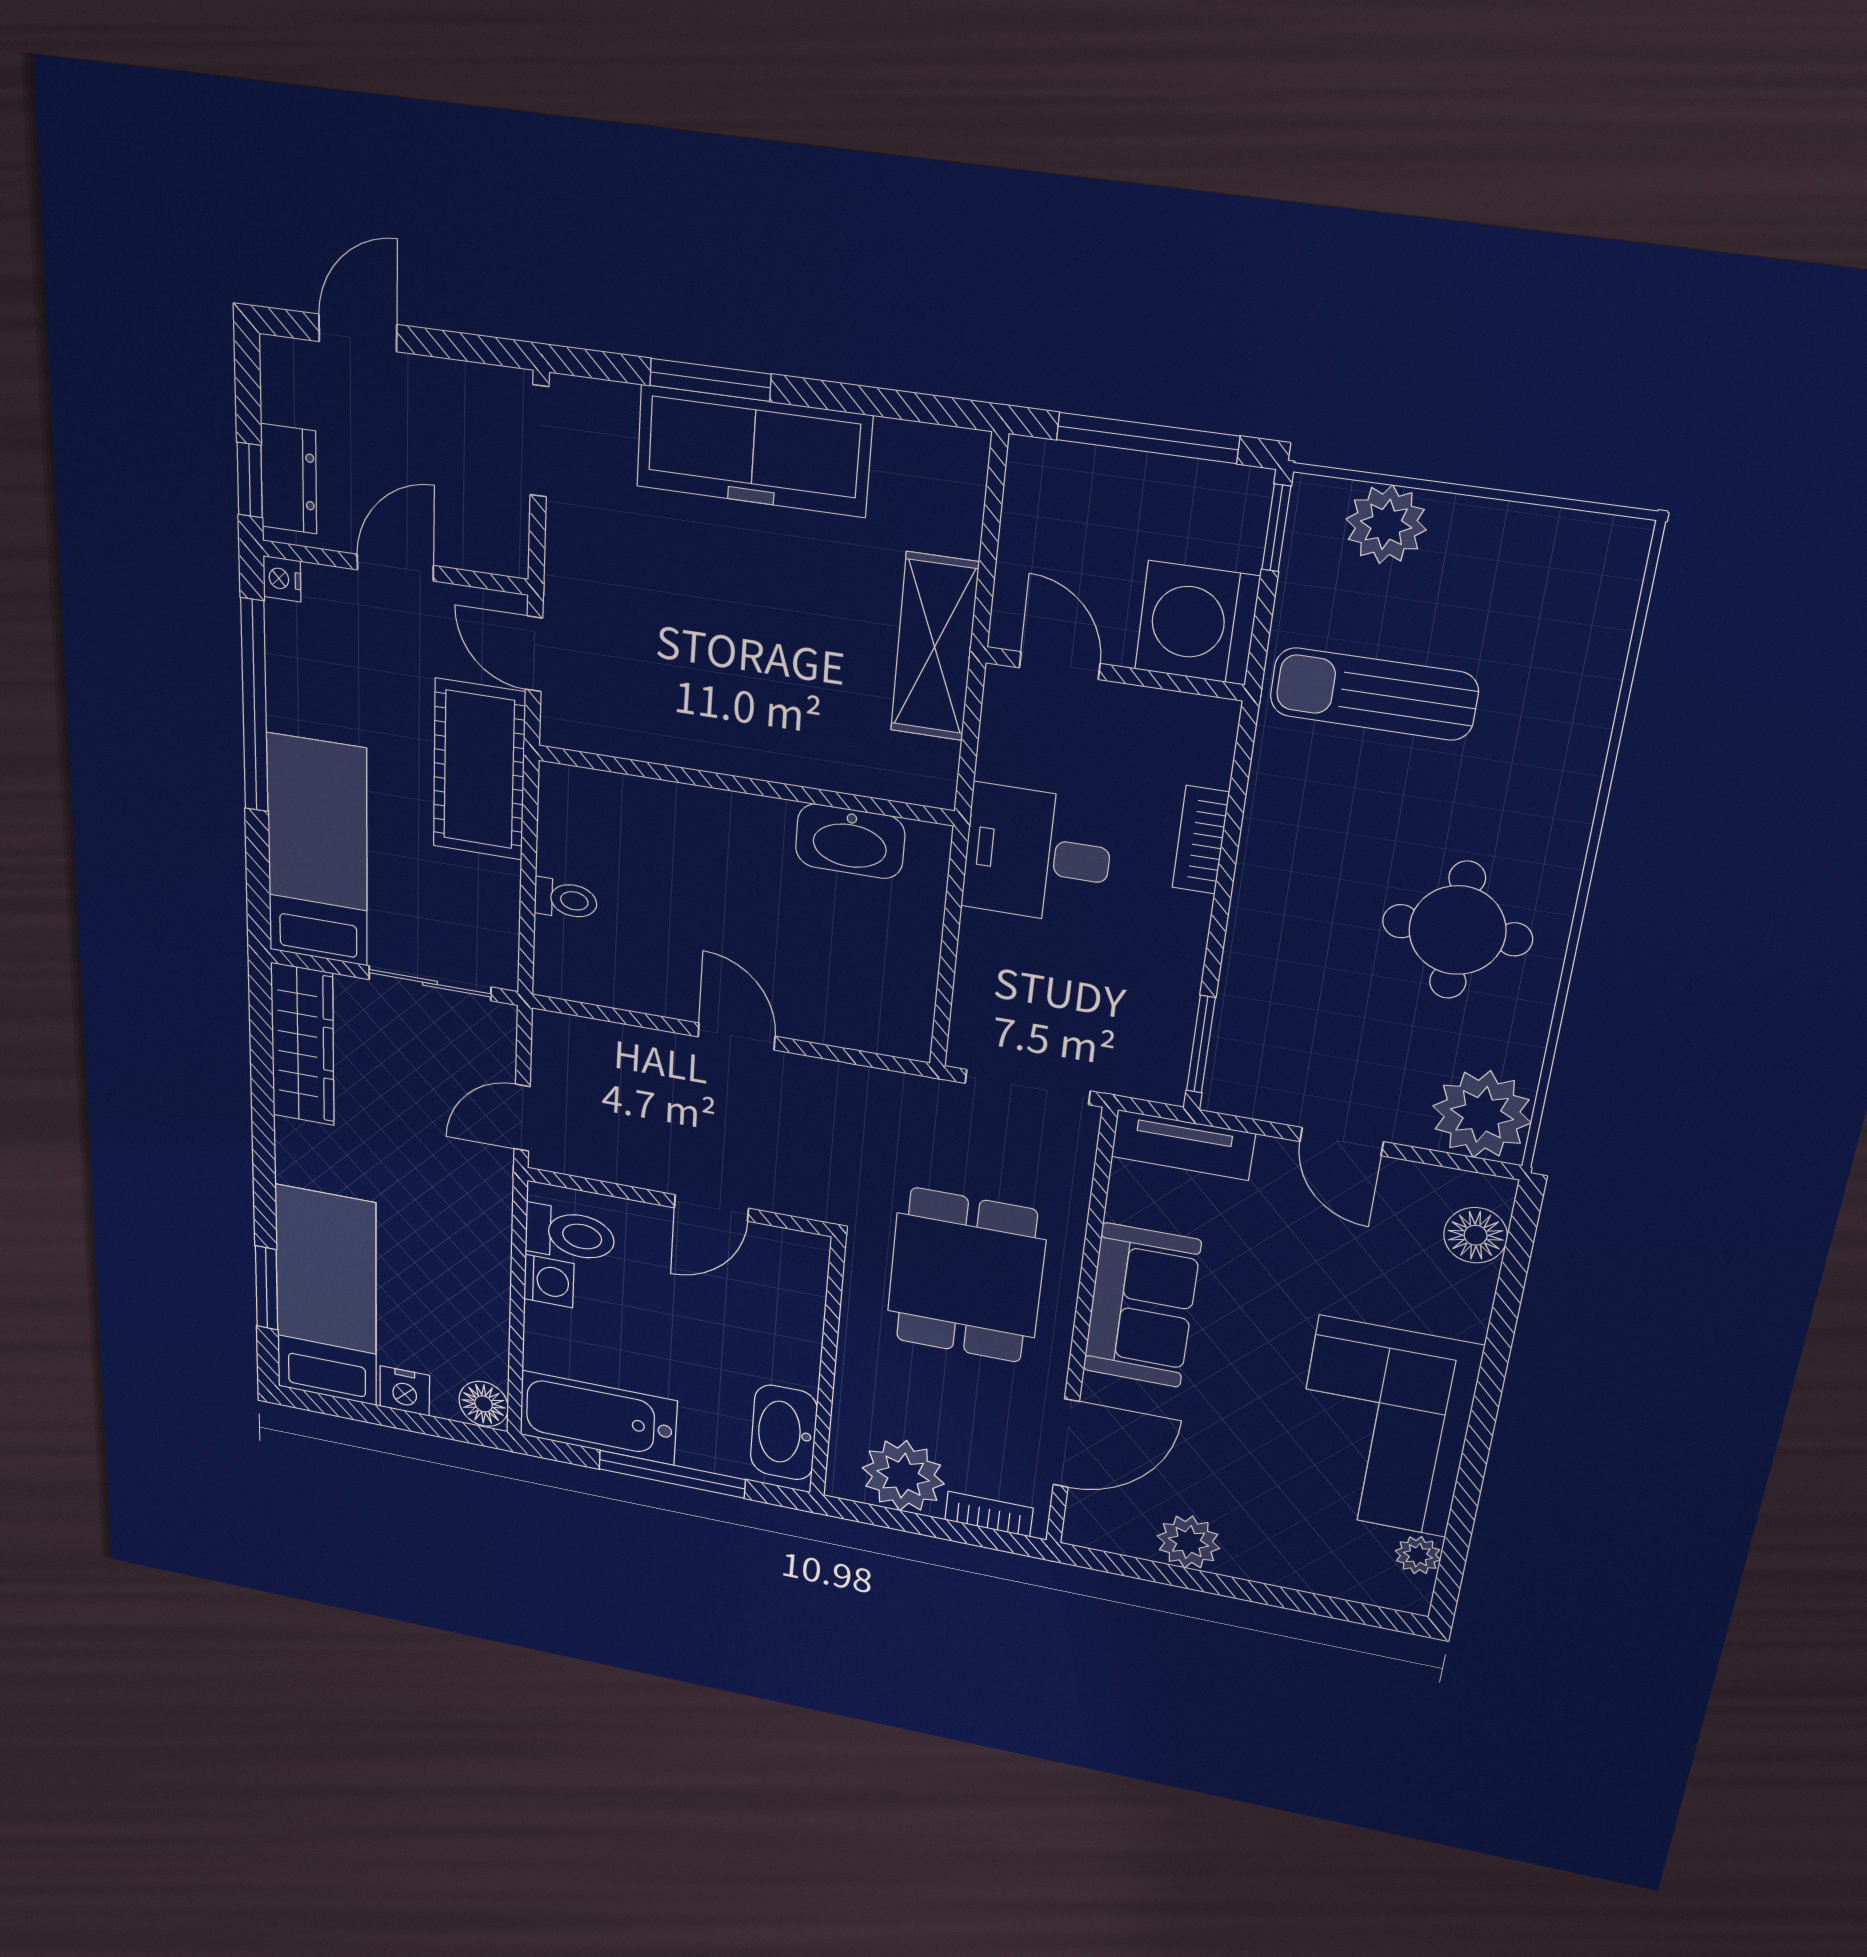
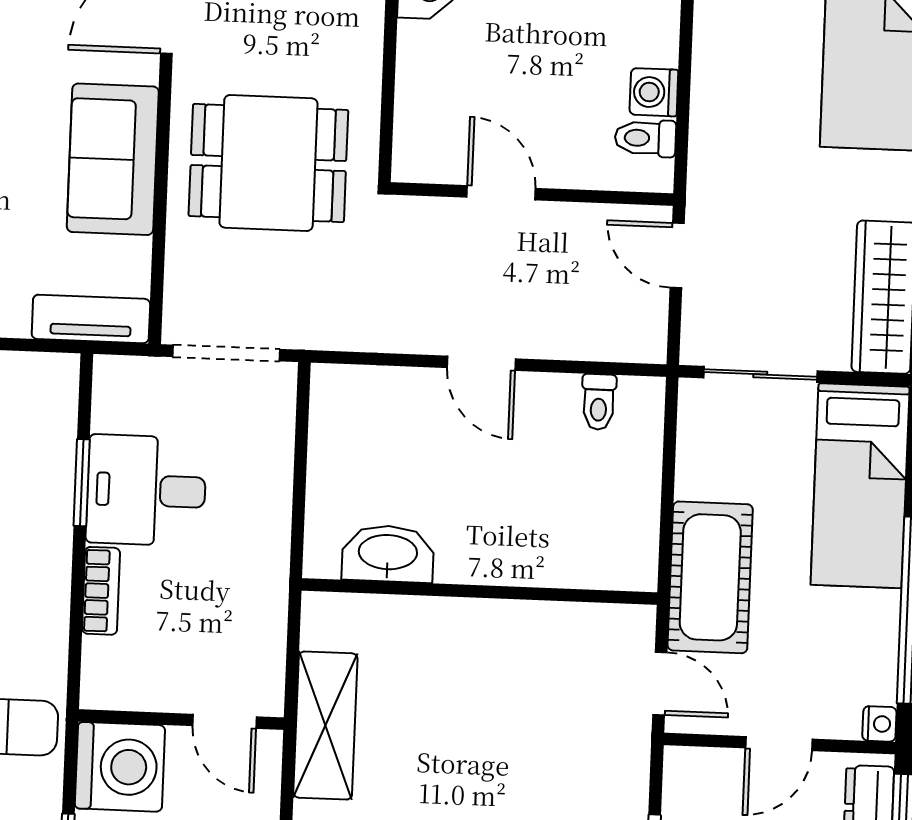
desk: (1037, 855) -> (146, 490), moved, turned 180
toilet: (566, 899) -> (599, 402), moved, turned -90
window: (1201, 1044) -> (82, 483), moved
door: (522, 1118) -> (677, 255), swing flipped
door: (711, 1208) -> (501, 193), hinge flipped
toilet: (570, 1234) -> (645, 138), width x0.73, depth x0.72
dining table: (966, 1276) -> (268, 163), turned 90

